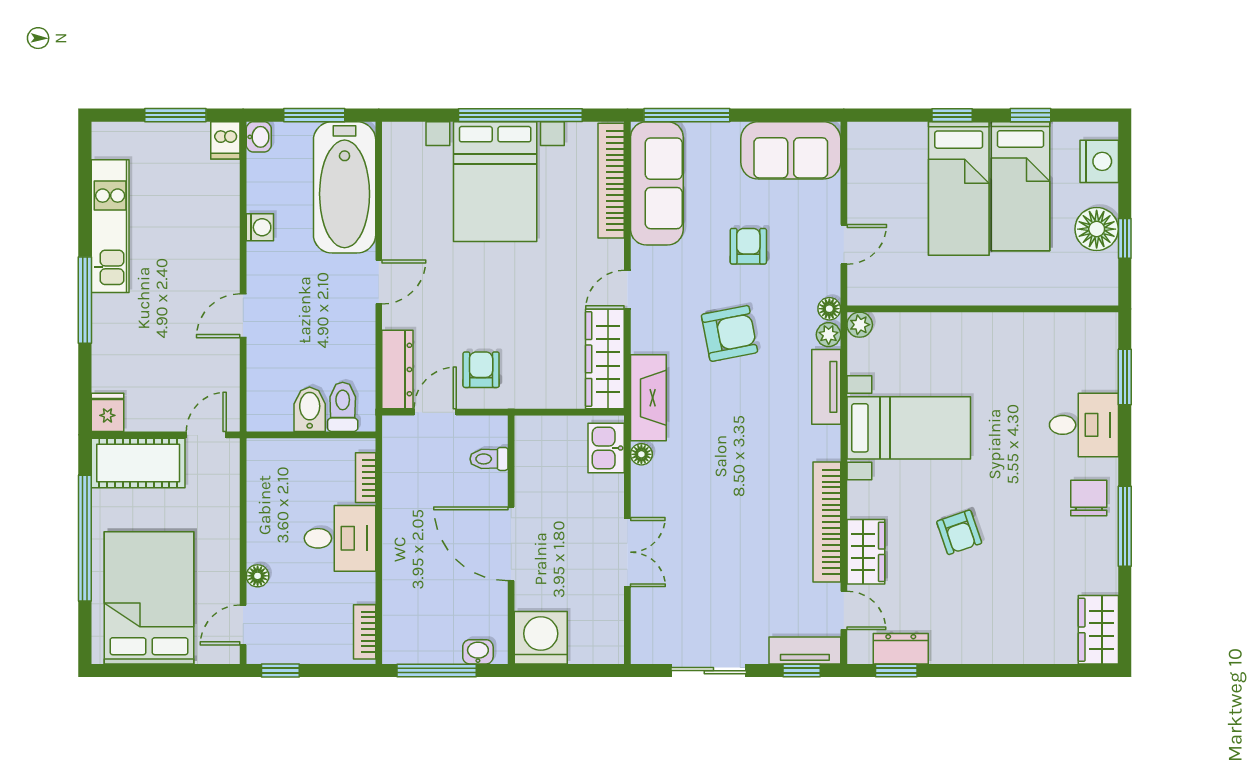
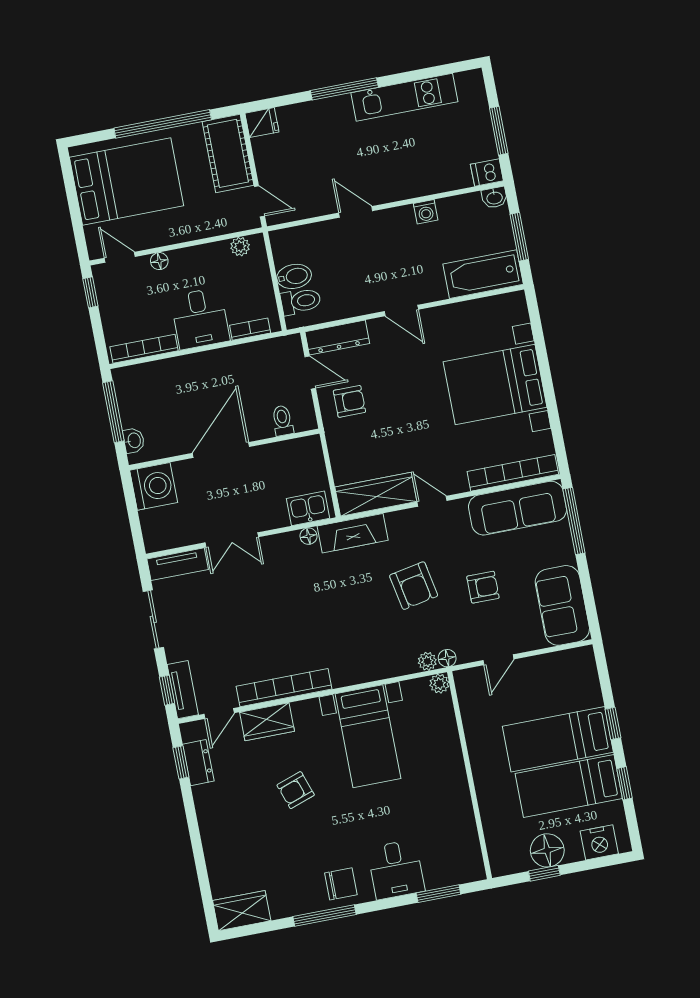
window: (520, 115) -> (549, 394), removed
bathtub: (345, 187) -> (483, 274), width x0.73, depth x0.73
door: (844, 244) -> (498, 660), hinge flipped
tv unit: (826, 387) -> (178, 564), moved, turned 180
plant: (259, 470) -> (240, 247), added
bookcase: (365, 632) -> (144, 349), width x1.56

